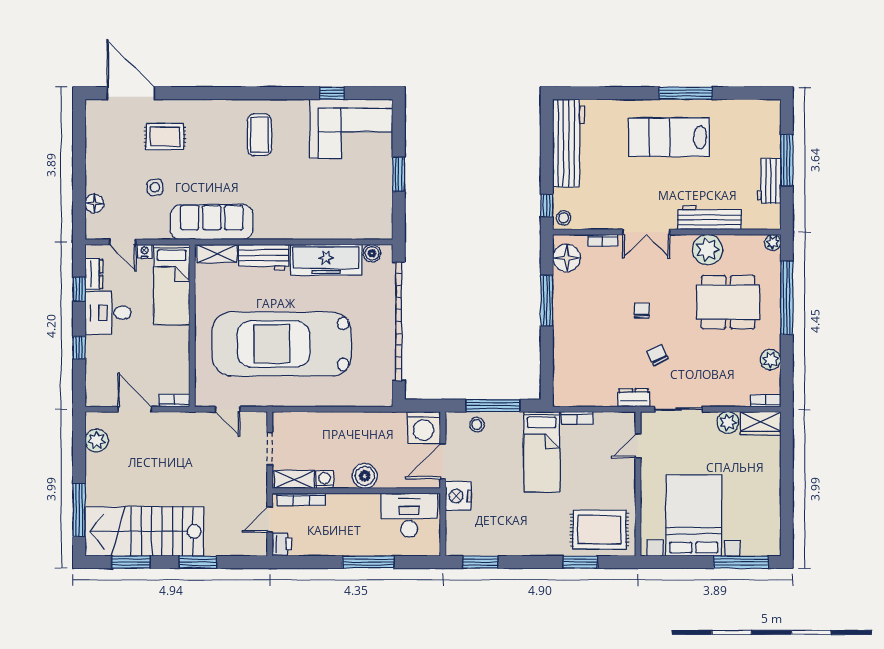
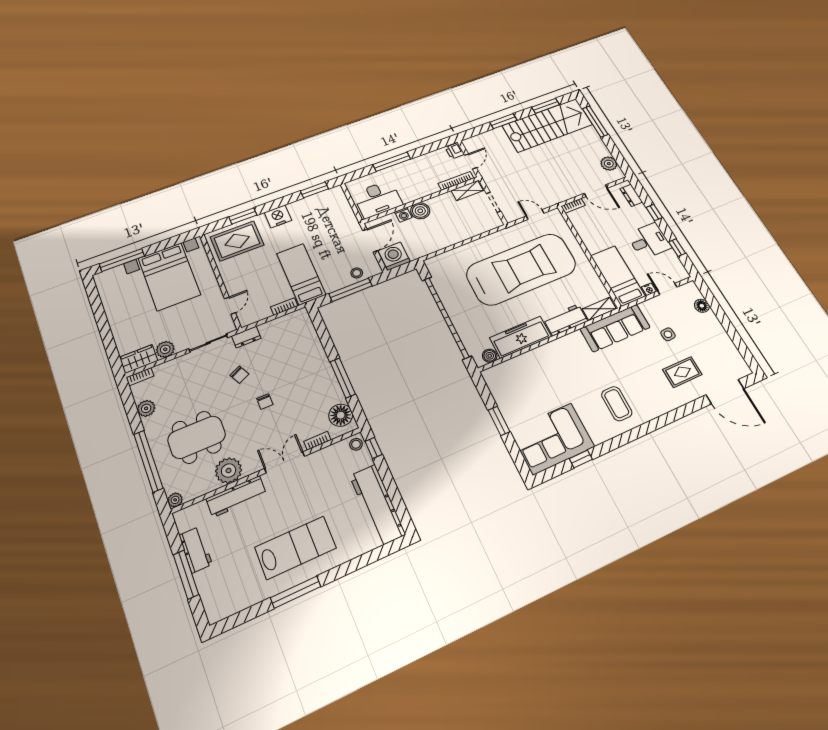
dresser: (94, 274) -> (631, 195), moved
washing machine: (325, 480) -> (403, 215), moved
nightstand: (458, 496) -> (278, 216), moved, turned -90

